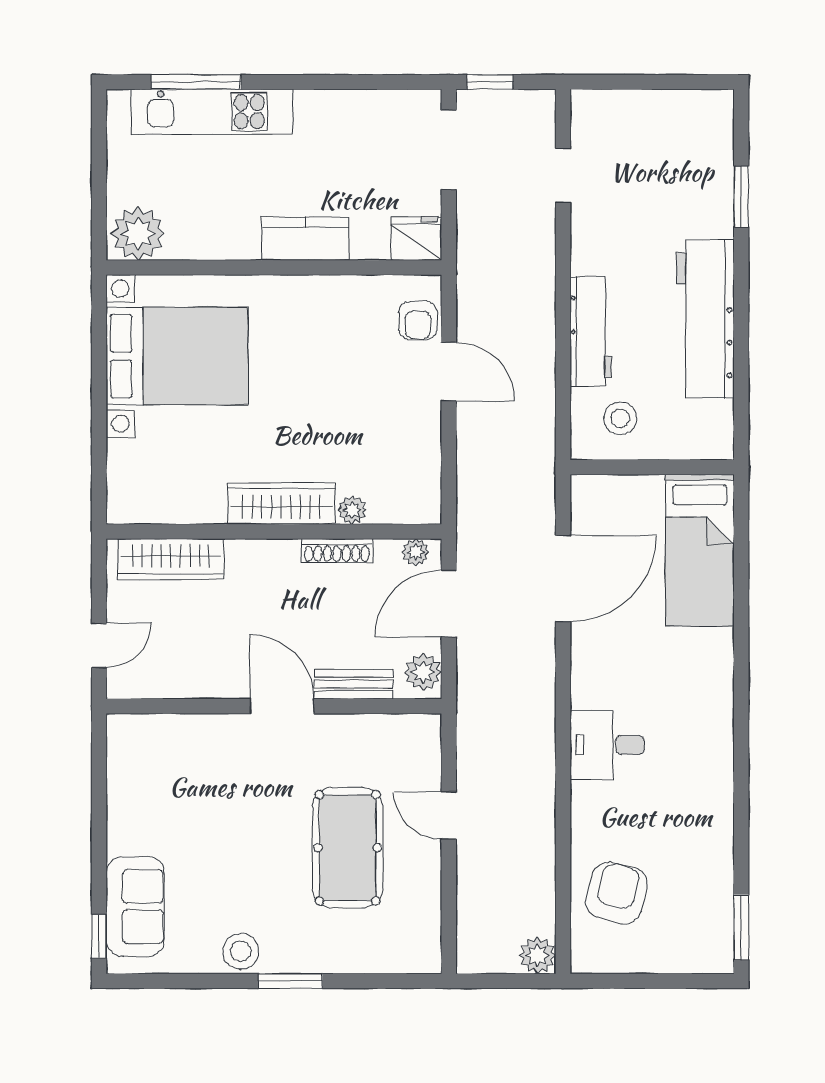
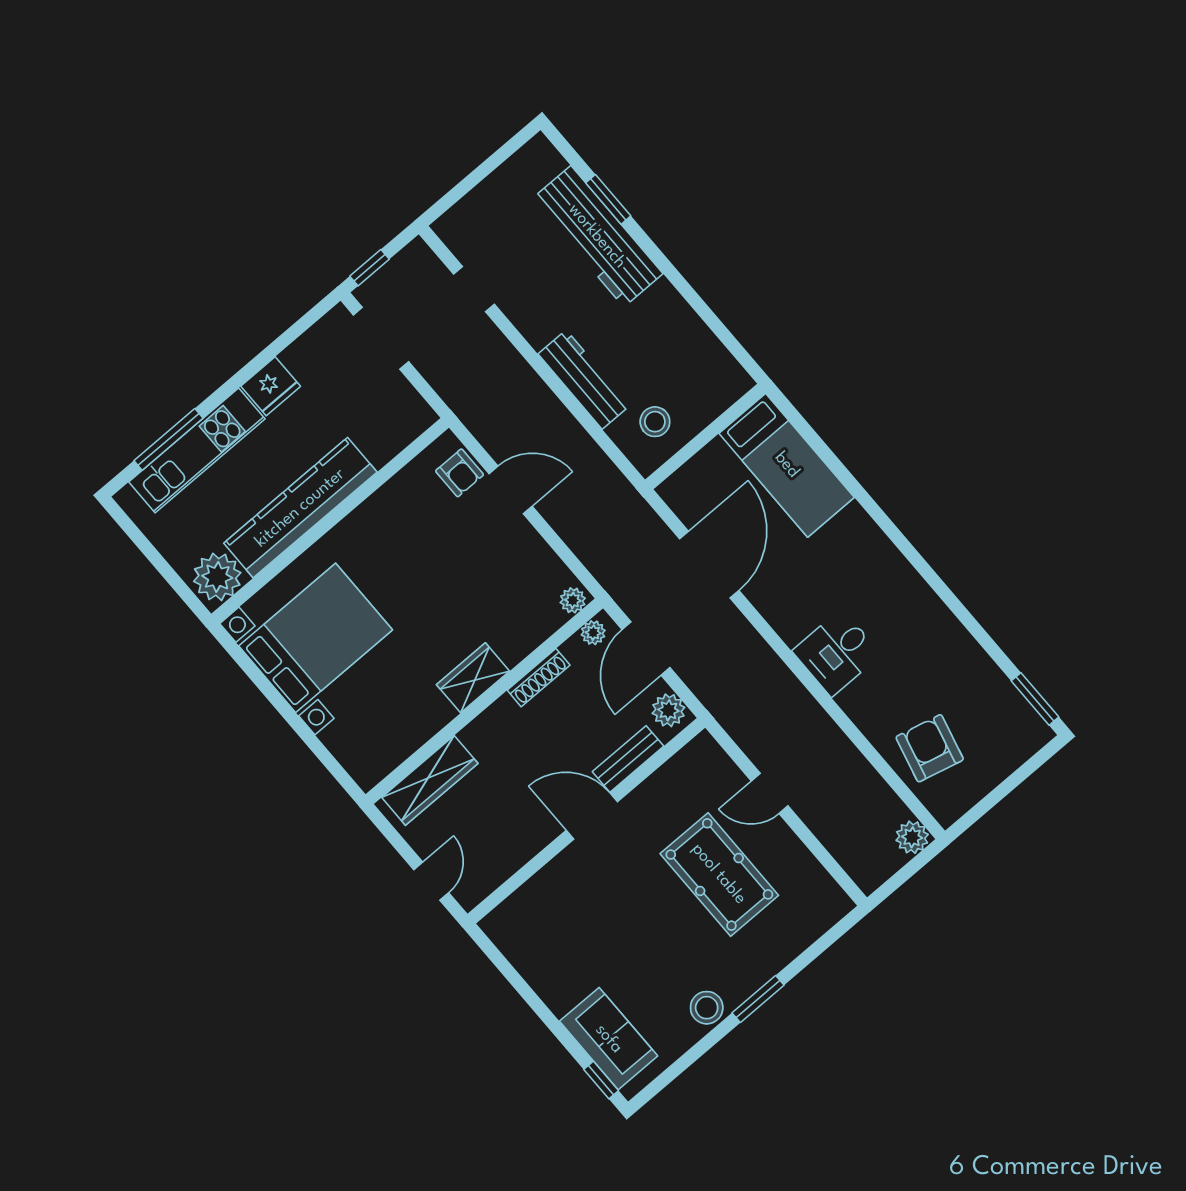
kitchen counter: (305, 239) -> (300, 508), width x2.08, depth x1.17
fridge: (416, 239) -> (271, 386), moved, turned 180
workbench: (705, 319) -> (597, 236), moved
wardrobe: (281, 503) -> (473, 678), width x0.67
plant: (352, 510) -> (573, 600), moved

